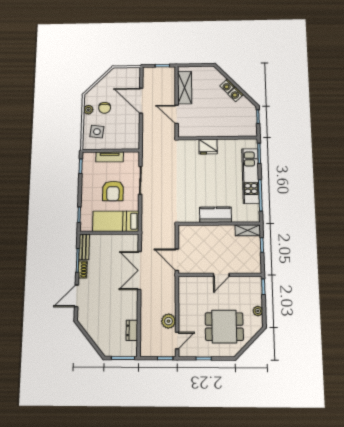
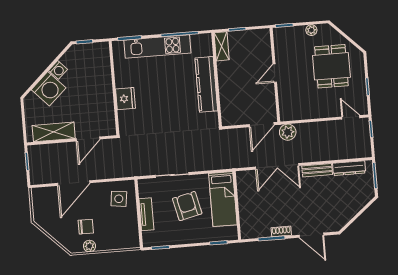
washing machine: (227, 86) -> (49, 89), width x1.89, depth x1.89
side table: (97, 132) -> (119, 199), moved
armchair: (113, 191) -> (187, 206), turned -103
kitchen counter: (215, 215) -> (206, 84), width x1.50
bench: (84, 247) -> (317, 170), moved
door: (221, 275) -> (275, 73), swing flipped
plant: (168, 321) -> (288, 132), moved
dresser: (132, 330) -> (349, 168), width x1.44

